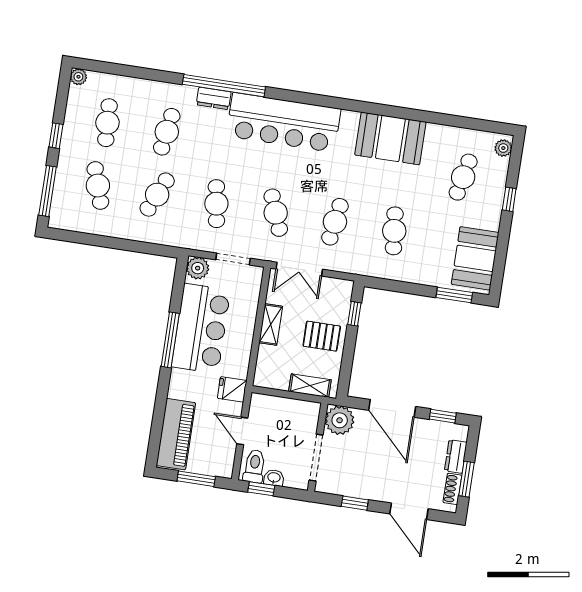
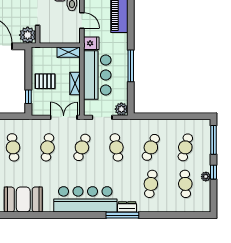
plant: (78, 77) -> (206, 177), moved
window: (224, 86) -> (122, 215), width x0.68
cafe table: (98, 186) -> (185, 147), turned 33
cafe table: (276, 213) -> (82, 147), turned 42
bar counter: (201, 329) -> (97, 75), moved, turned 180
shelving: (310, 386) -> (69, 52), moved

